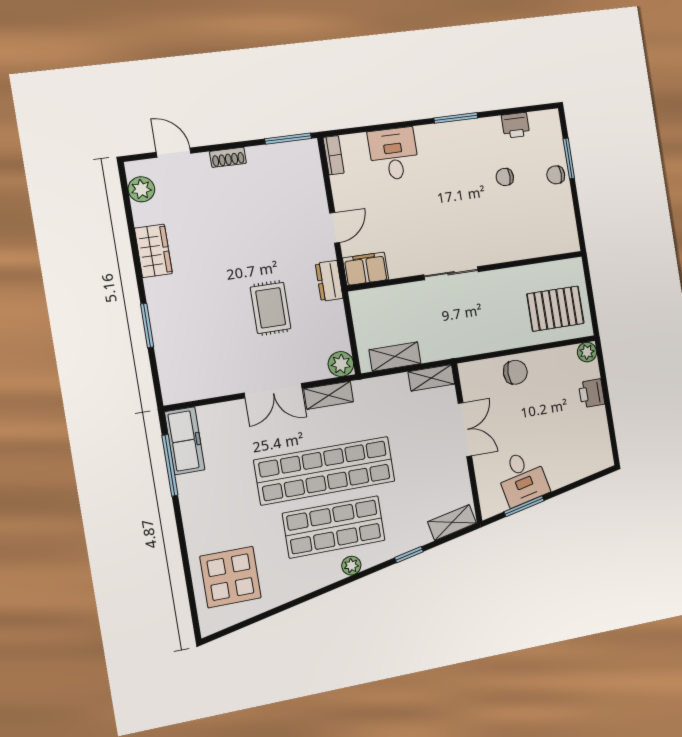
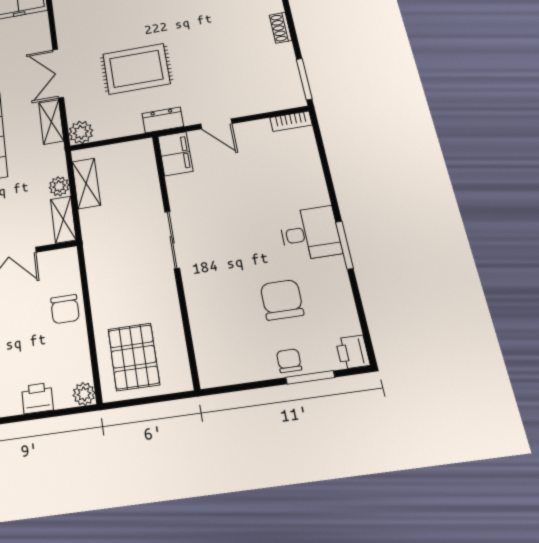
printer: (516, 125) -> (353, 352), moved
desk: (394, 154) -> (310, 233), moved
chair: (505, 177) -> (282, 300), width x1.87, depth x1.87
rug: (271, 308) -> (136, 69), width x1.36, depth x1.43
plant: (398, 384) -> (59, 186), added

